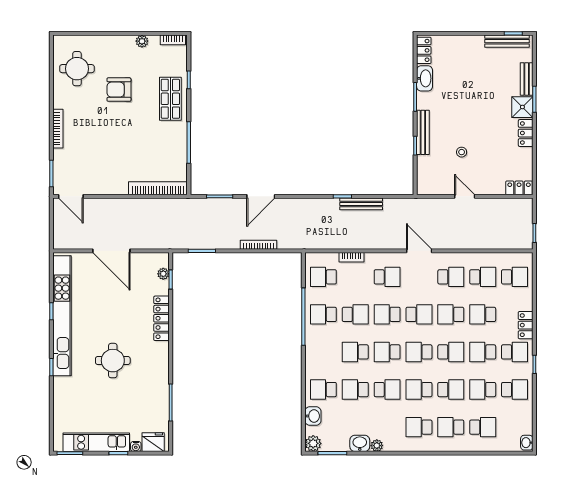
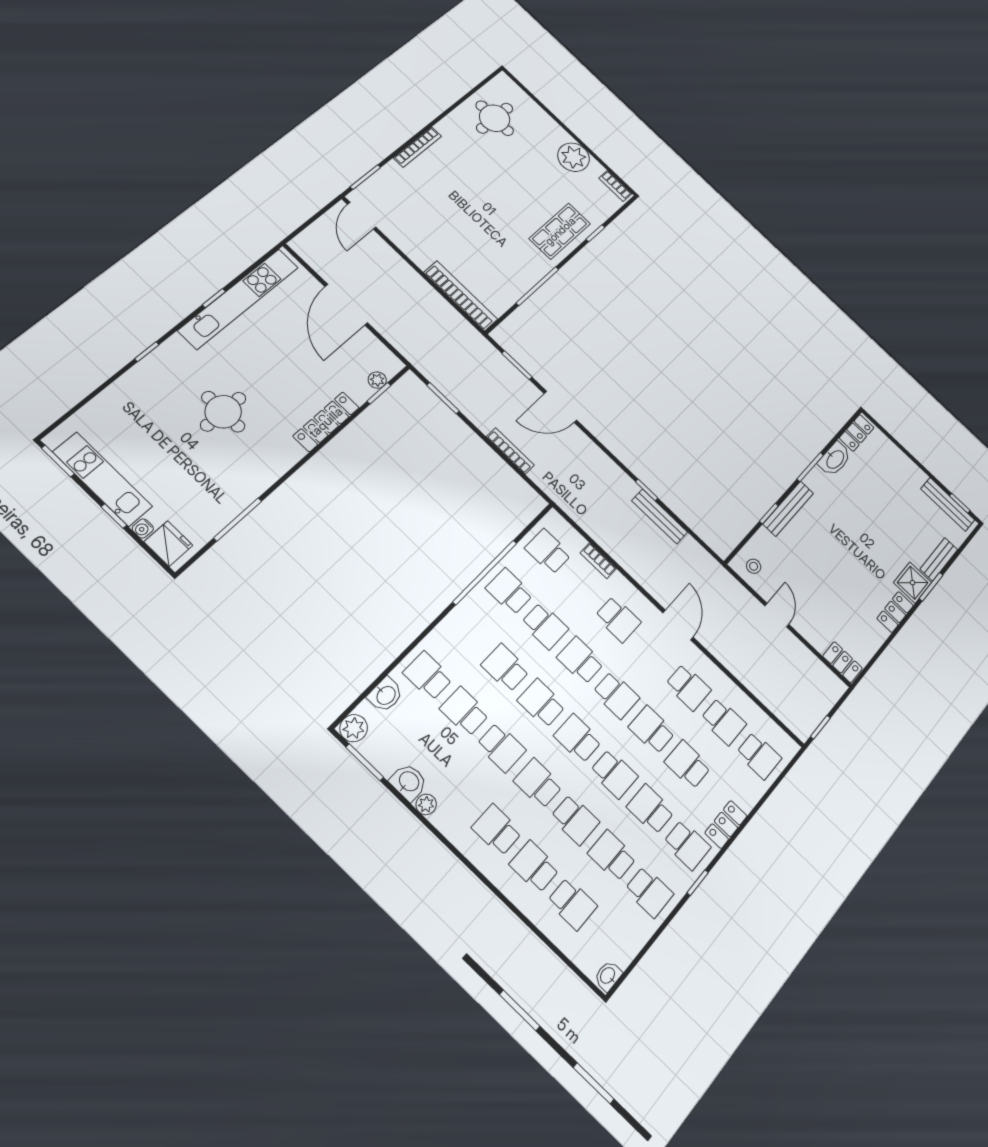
plant: (142, 41) -> (574, 157), width x1.88, depth x1.88
armchair: (119, 90) -> (517, 174), removed
stool: (462, 152) -> (754, 566), moved
kitchen unit: (62, 316) -> (239, 299), width x0.73

